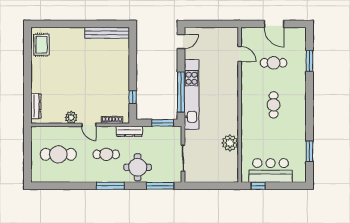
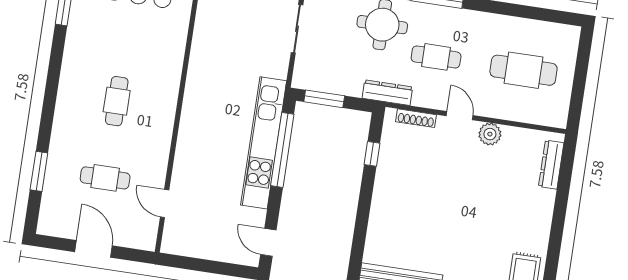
door: (181, 42) -> (268, 242), hinge flipped
plant: (230, 143) -> (207, 44), removed

